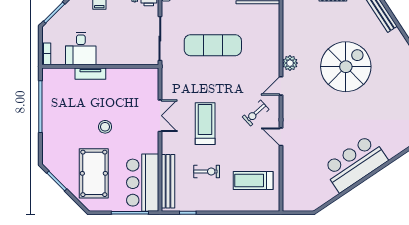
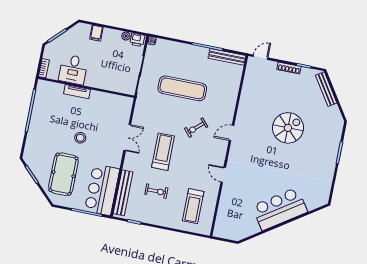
plant: (290, 63) -> (243, 116), removed
spiral stairs: (346, 67) -> (288, 128), width x0.73, depth x0.73
exercise bike: (256, 113) -> (196, 128), moved
treadmill: (253, 181) -> (193, 206), turned -90

